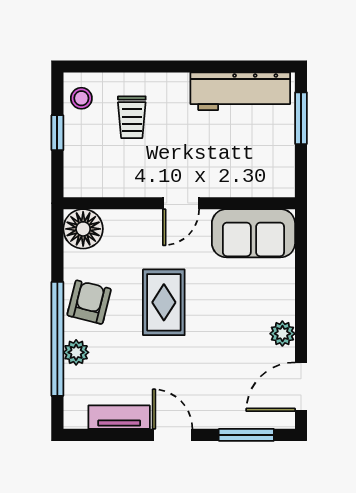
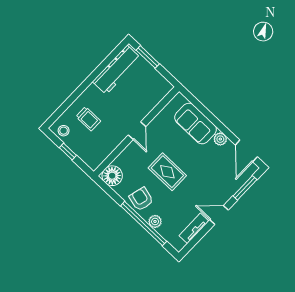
sofa: (253, 233) -> (196, 124), moved, turned 90

